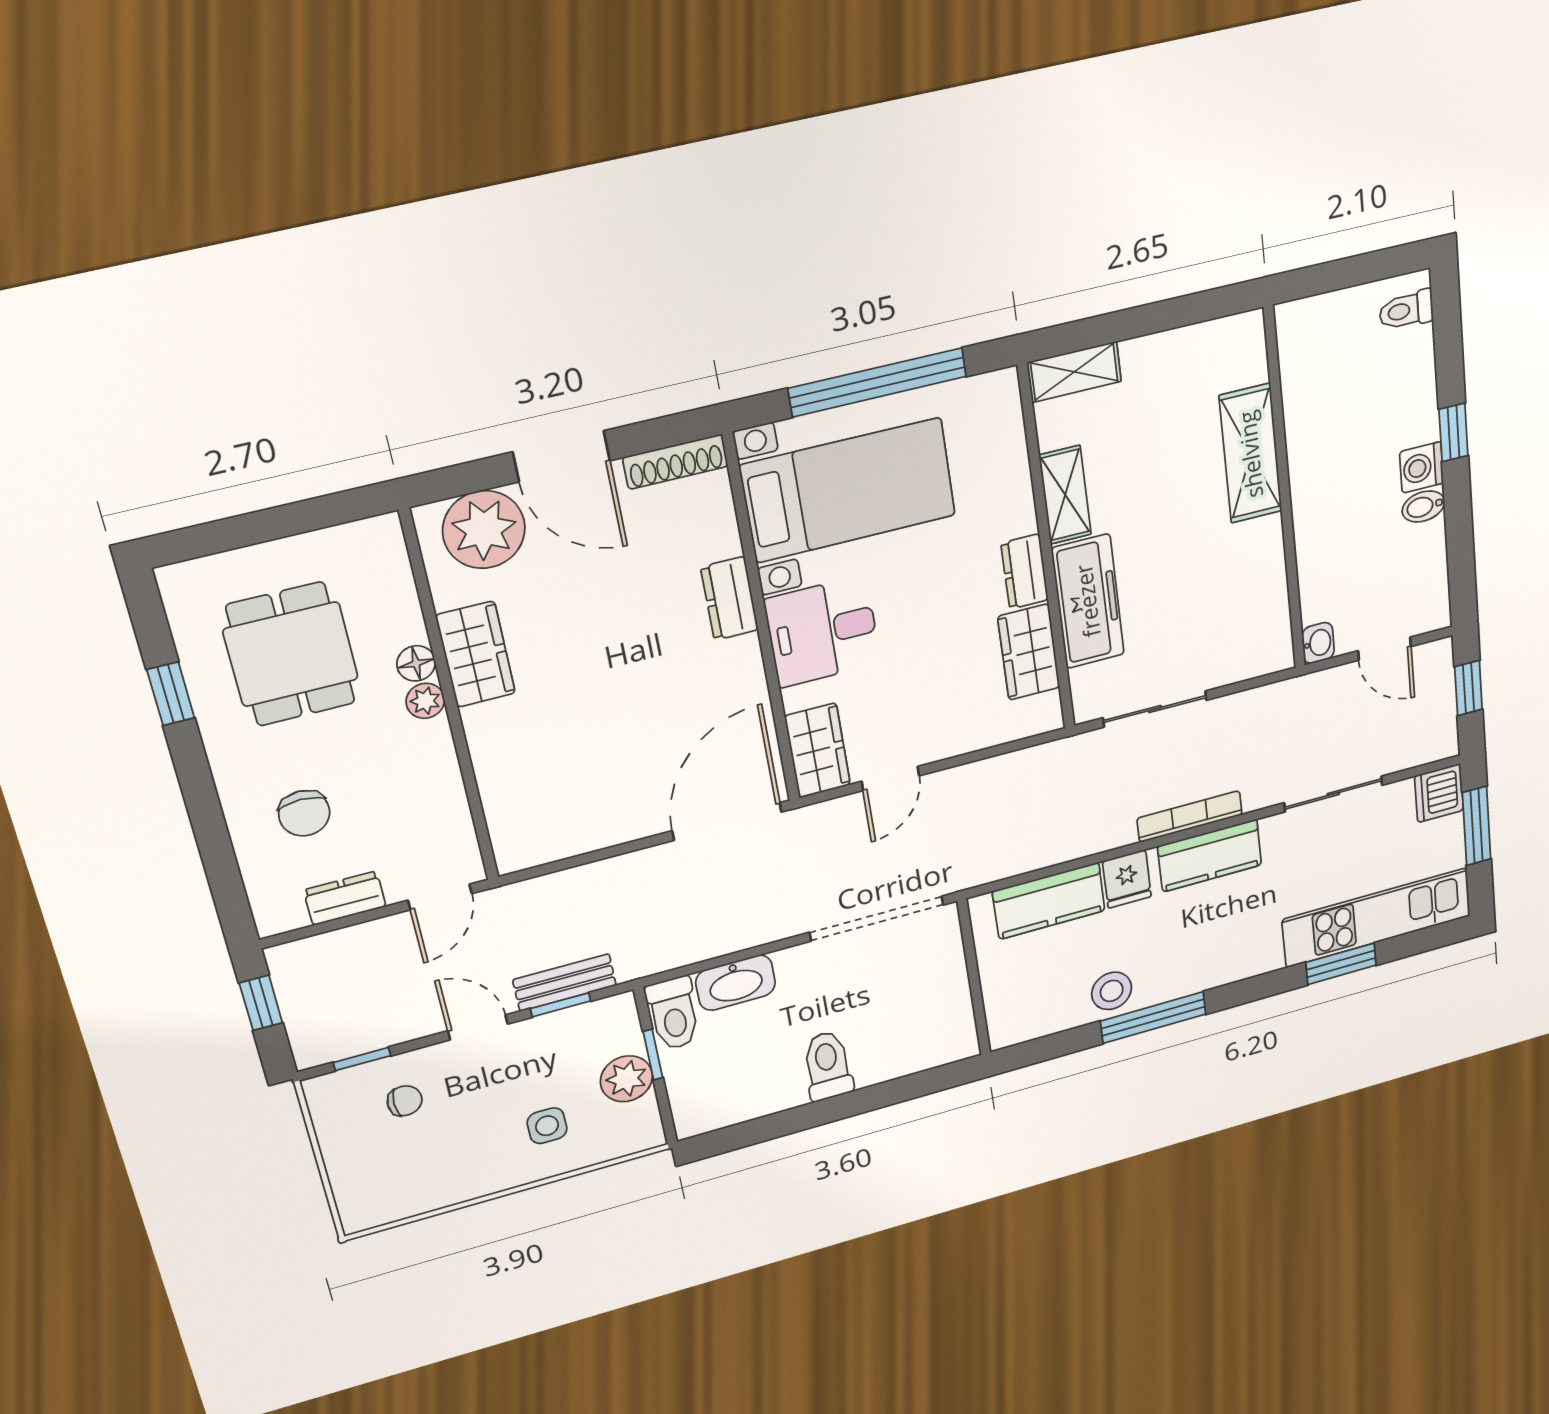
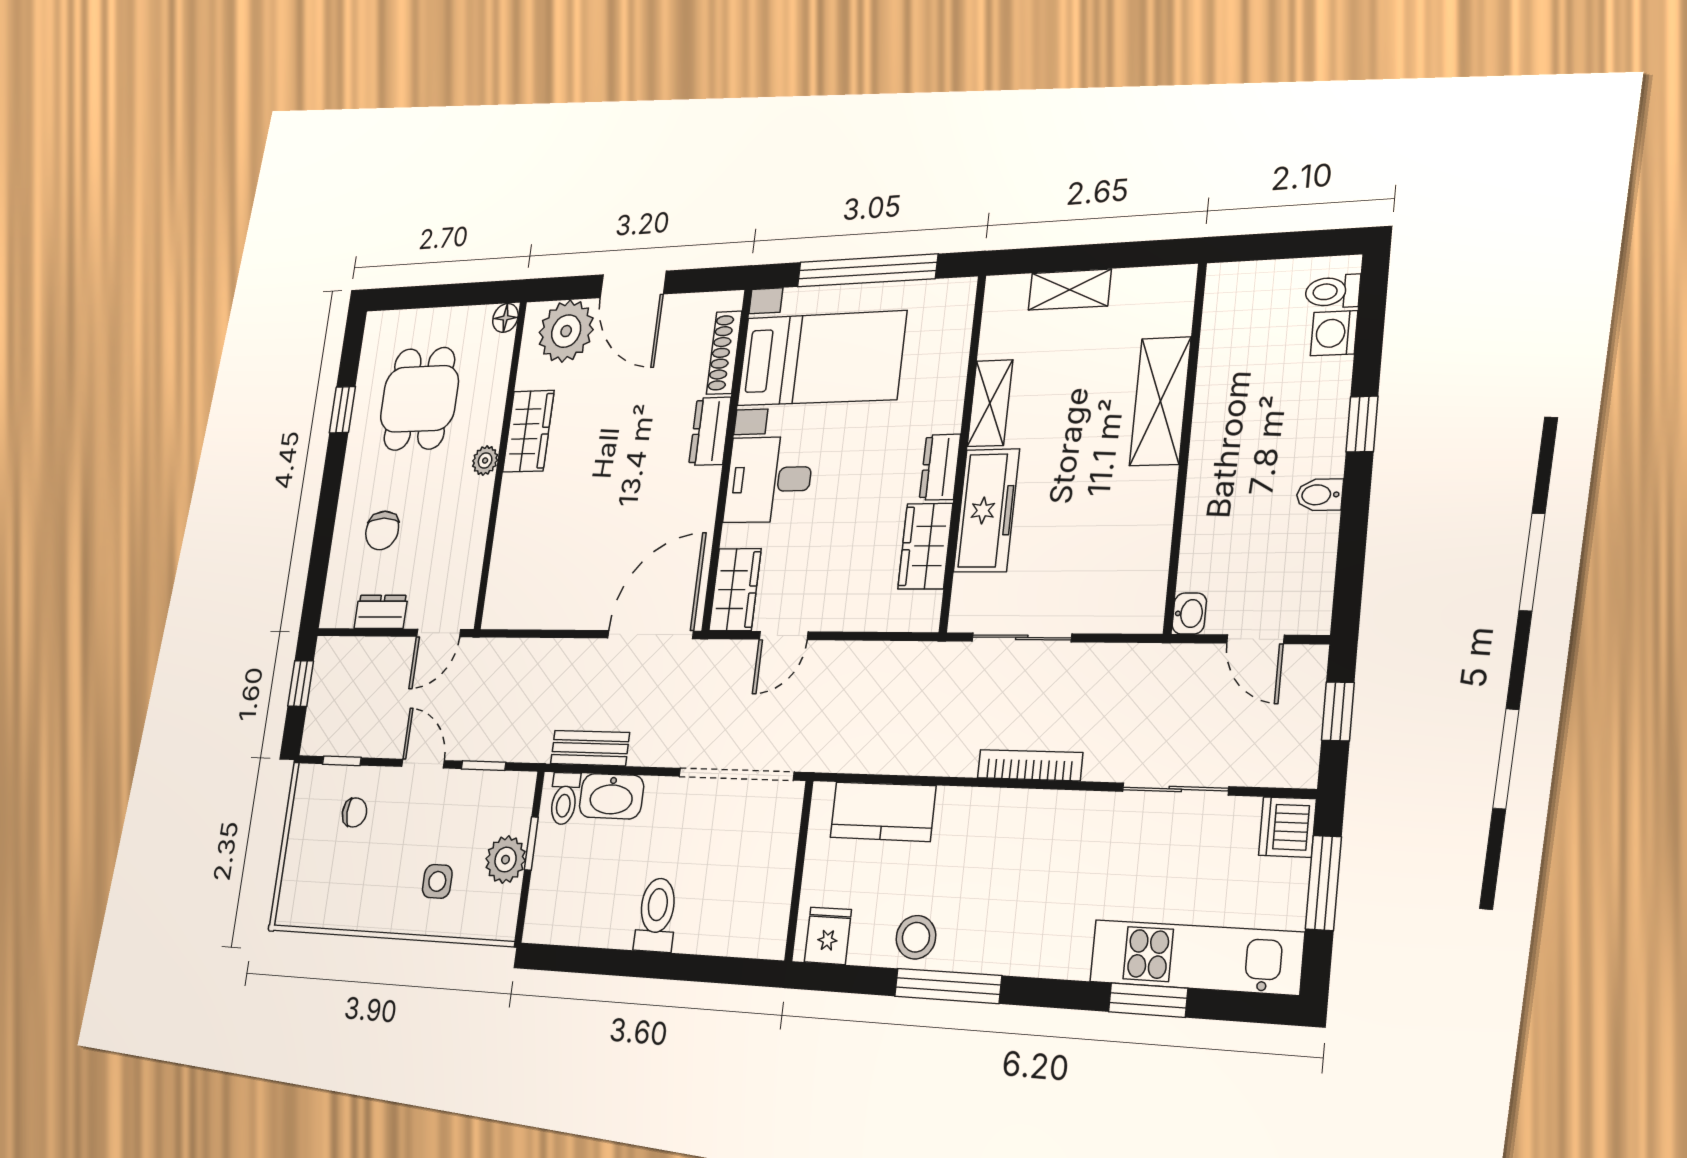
shelving: (1074, 372) -> (1070, 290), moved
shoe rack: (675, 462) -> (724, 353), moved, turned 90
washing machine: (1421, 467) -> (1334, 333), moved
floor lamp: (416, 663) -> (505, 318), moved
kitchen counter: (1210, 856) -> (1040, 817), removed
fridge: (1127, 879) -> (828, 936), moved, turned 180
bench: (565, 983) -> (590, 748), moved
toilet: (673, 1014) -> (564, 798), width x0.73, depth x0.72

